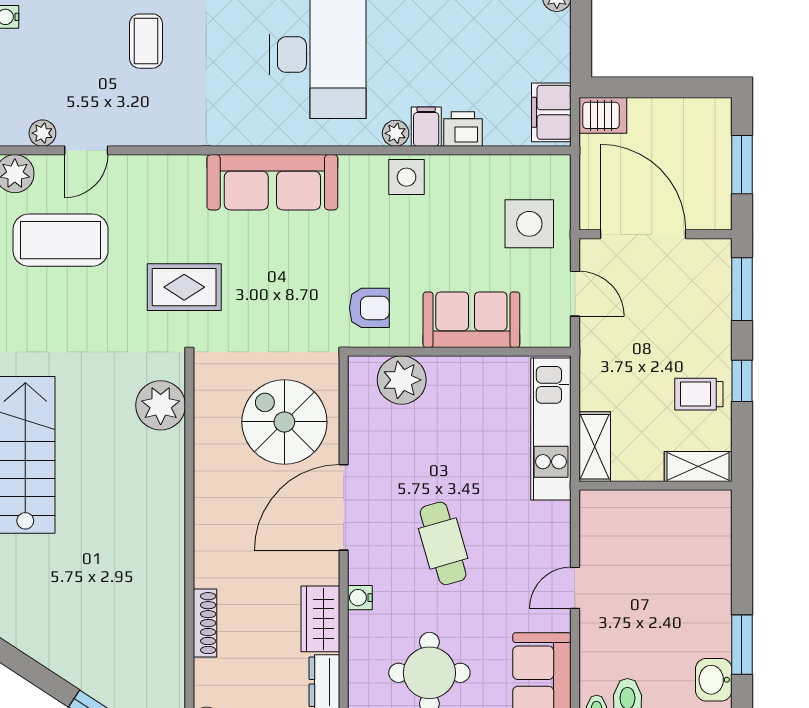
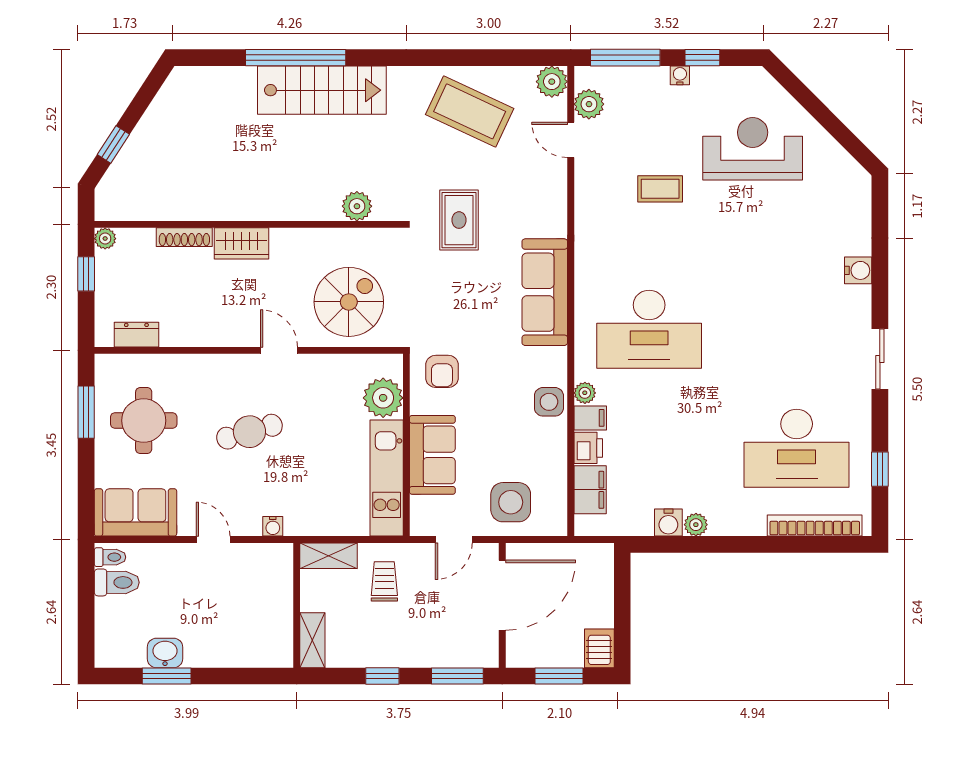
water cooler: (554, 31) -> (668, 523), added
filing cabinet: (551, 112) -> (590, 490), moved, turned 90
server rack: (603, 115) -> (599, 648), moved, turned 180
plant: (42, 133) -> (589, 104), width x1.38, depth x1.38
coffee table: (61, 240) -> (470, 111), moved, turned -65
trolley: (699, 394) -> (384, 581), moved
plant: (161, 405) -> (357, 206), width x0.73, depth x0.73
kitchen unit: (551, 429) -> (387, 478), moved, turned -90
door: (344, 507) -> (279, 350), width x0.53
water cooler: (360, 598) -> (273, 526), moved, turned 180
wardrobe: (320, 619) -> (241, 243), moved, turned 180
washbasin: (714, 680) -> (165, 653), moved

